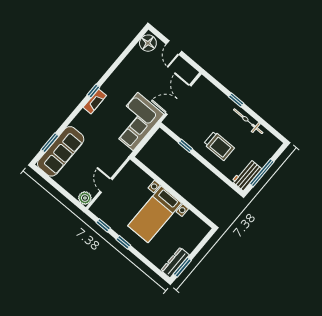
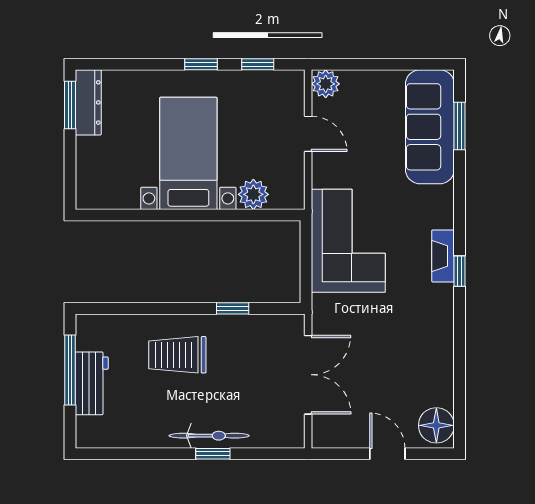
bicycle: (248, 121) -> (209, 436), moved
corner sofa: (136, 122) -> (348, 241), moved
workbench: (247, 175) -> (92, 383), moved
plant: (144, 180) -> (253, 194), added

